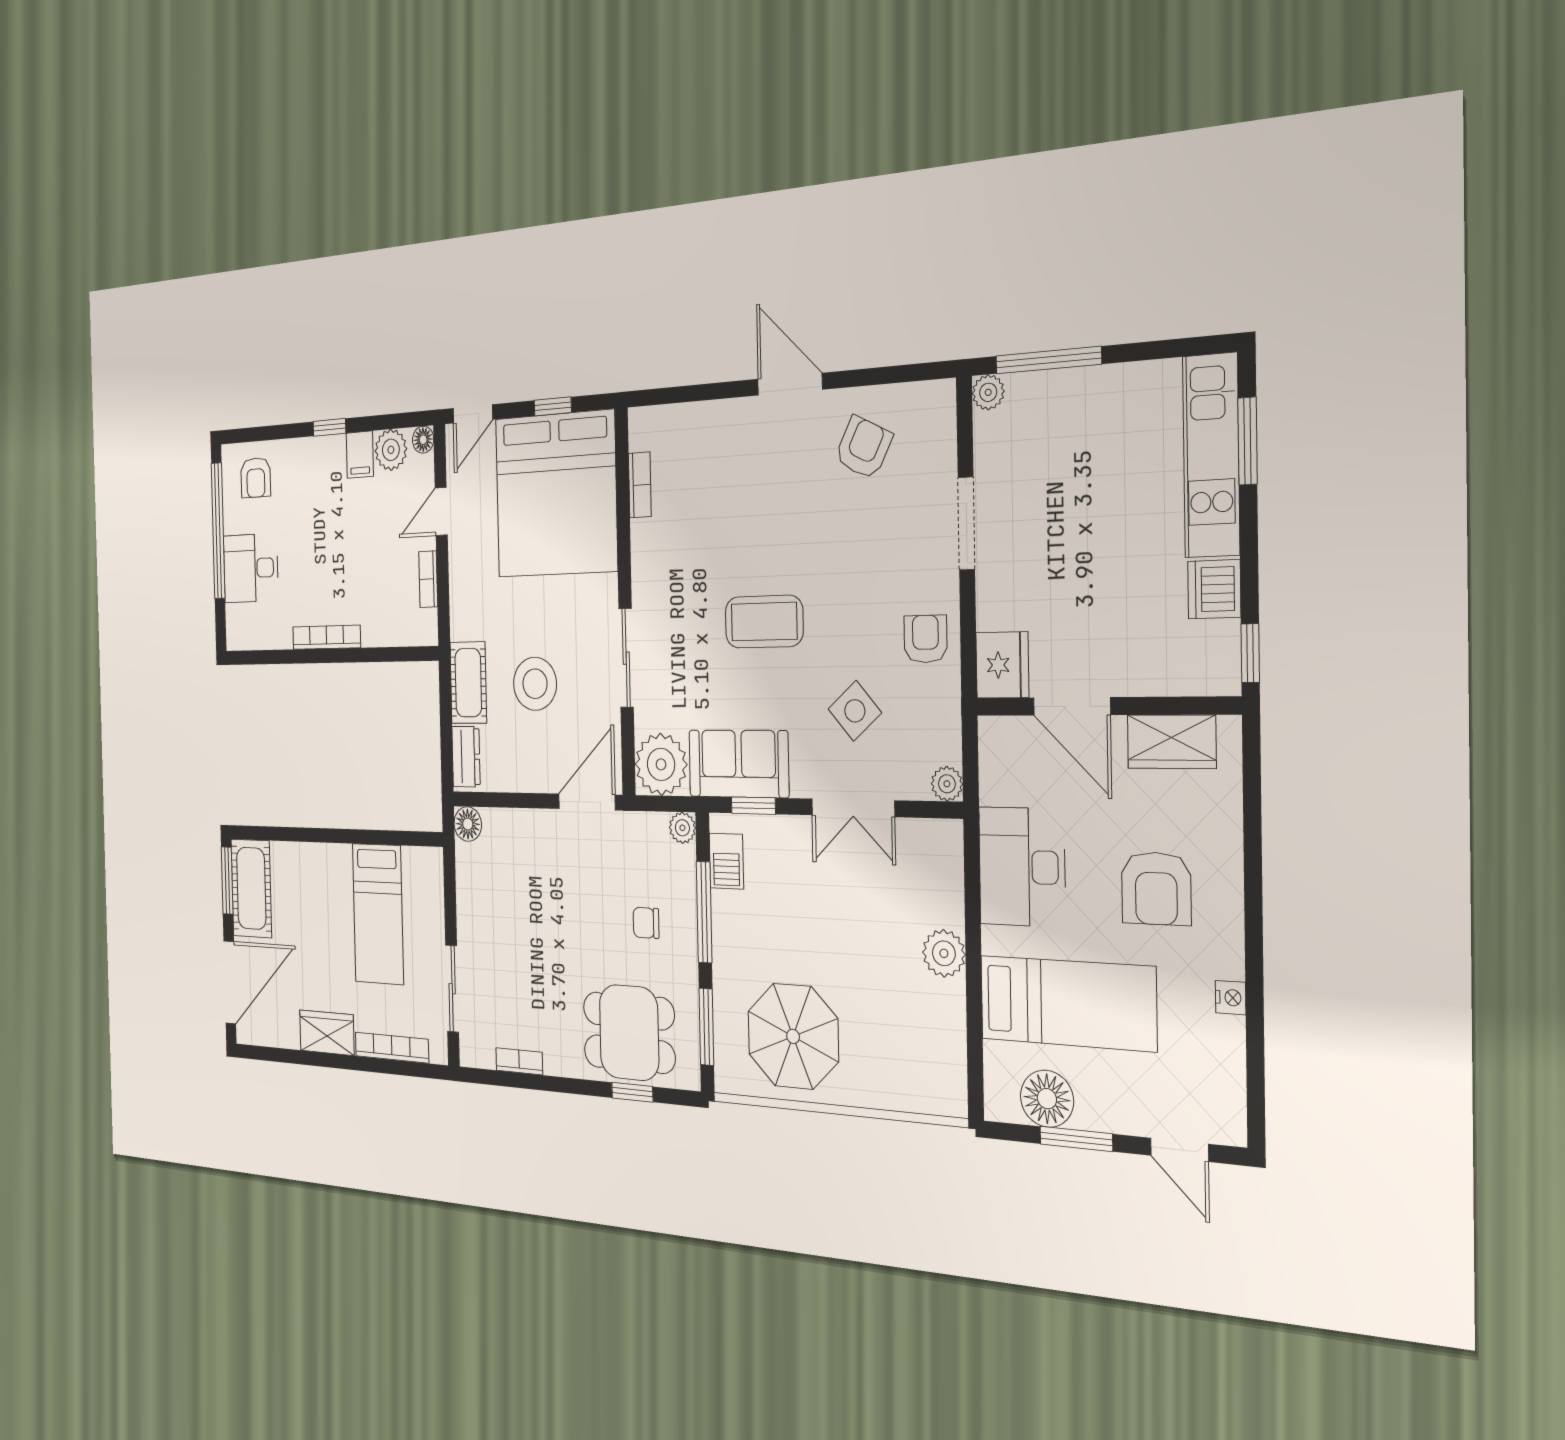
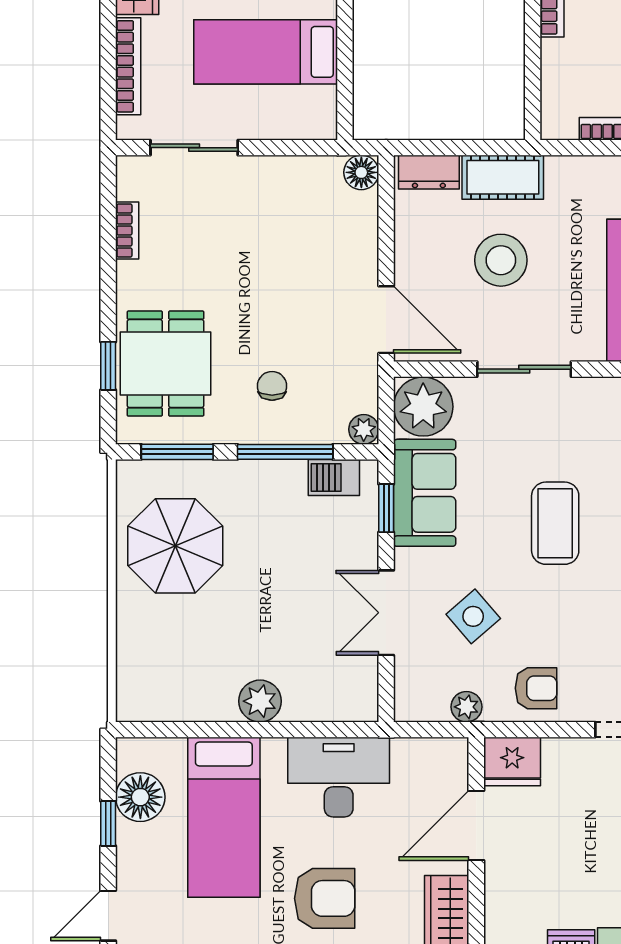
plant: (947, 784) -> (466, 707), moved
armchair: (1156, 888) -> (325, 898), turned 180
window: (1076, 1139) -> (108, 824), width x0.67

